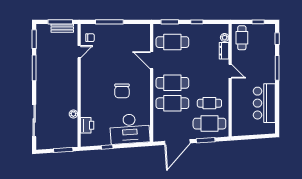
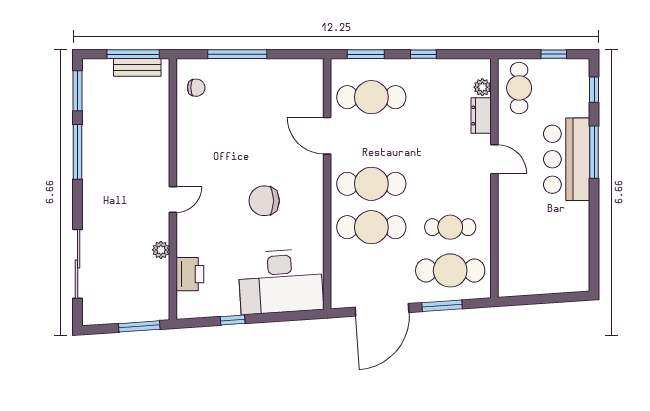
door: (79, 52) -> (173, 200), moved
chair: (122, 91) -> (264, 201), turned 90
bar counter: (264, 103) -> (567, 159), moved

